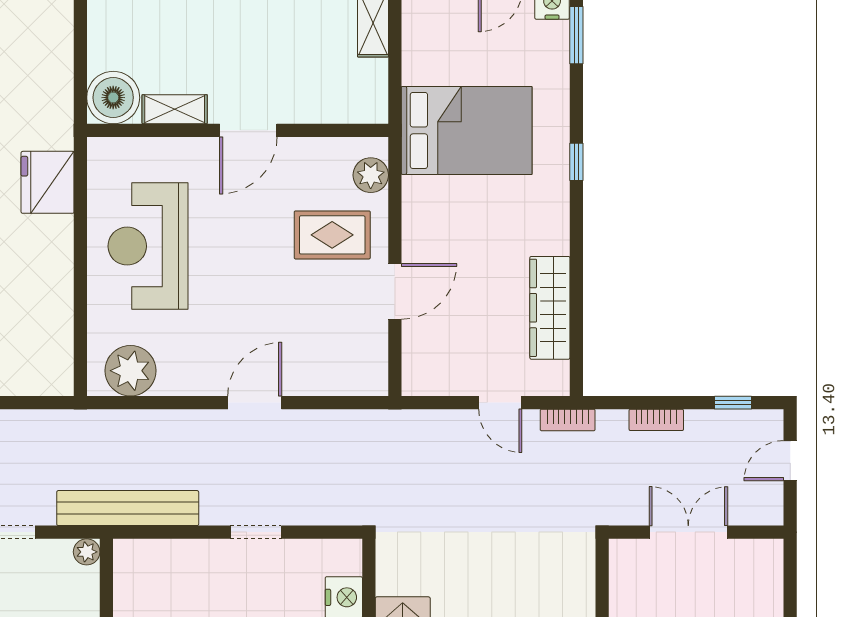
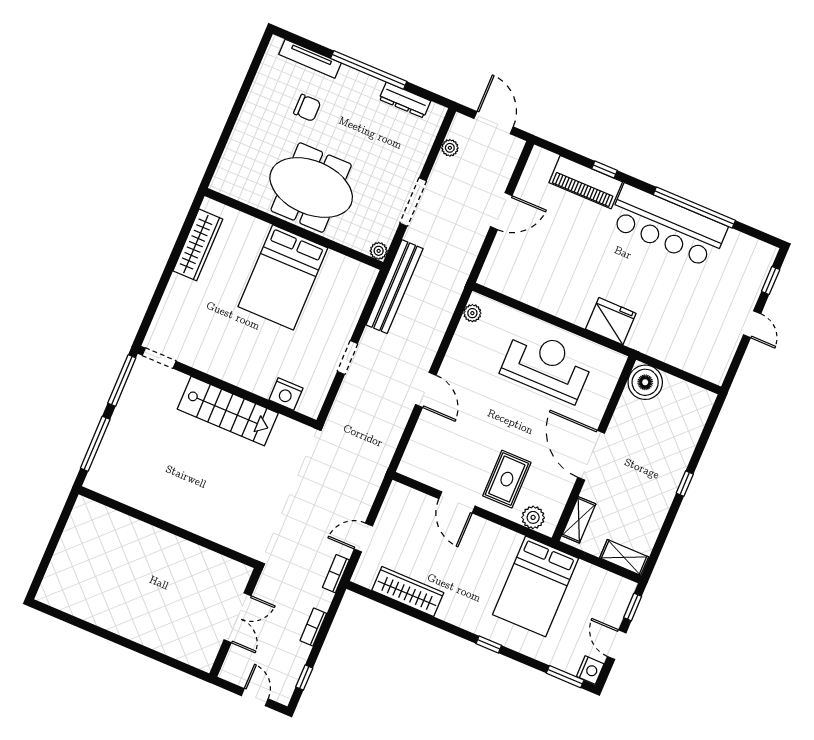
shelving: (175, 109) -> (579, 520), moved
door: (248, 130) -> (591, 455), width x1.36
plant: (130, 371) -> (472, 313), width x0.53, depth x0.53

